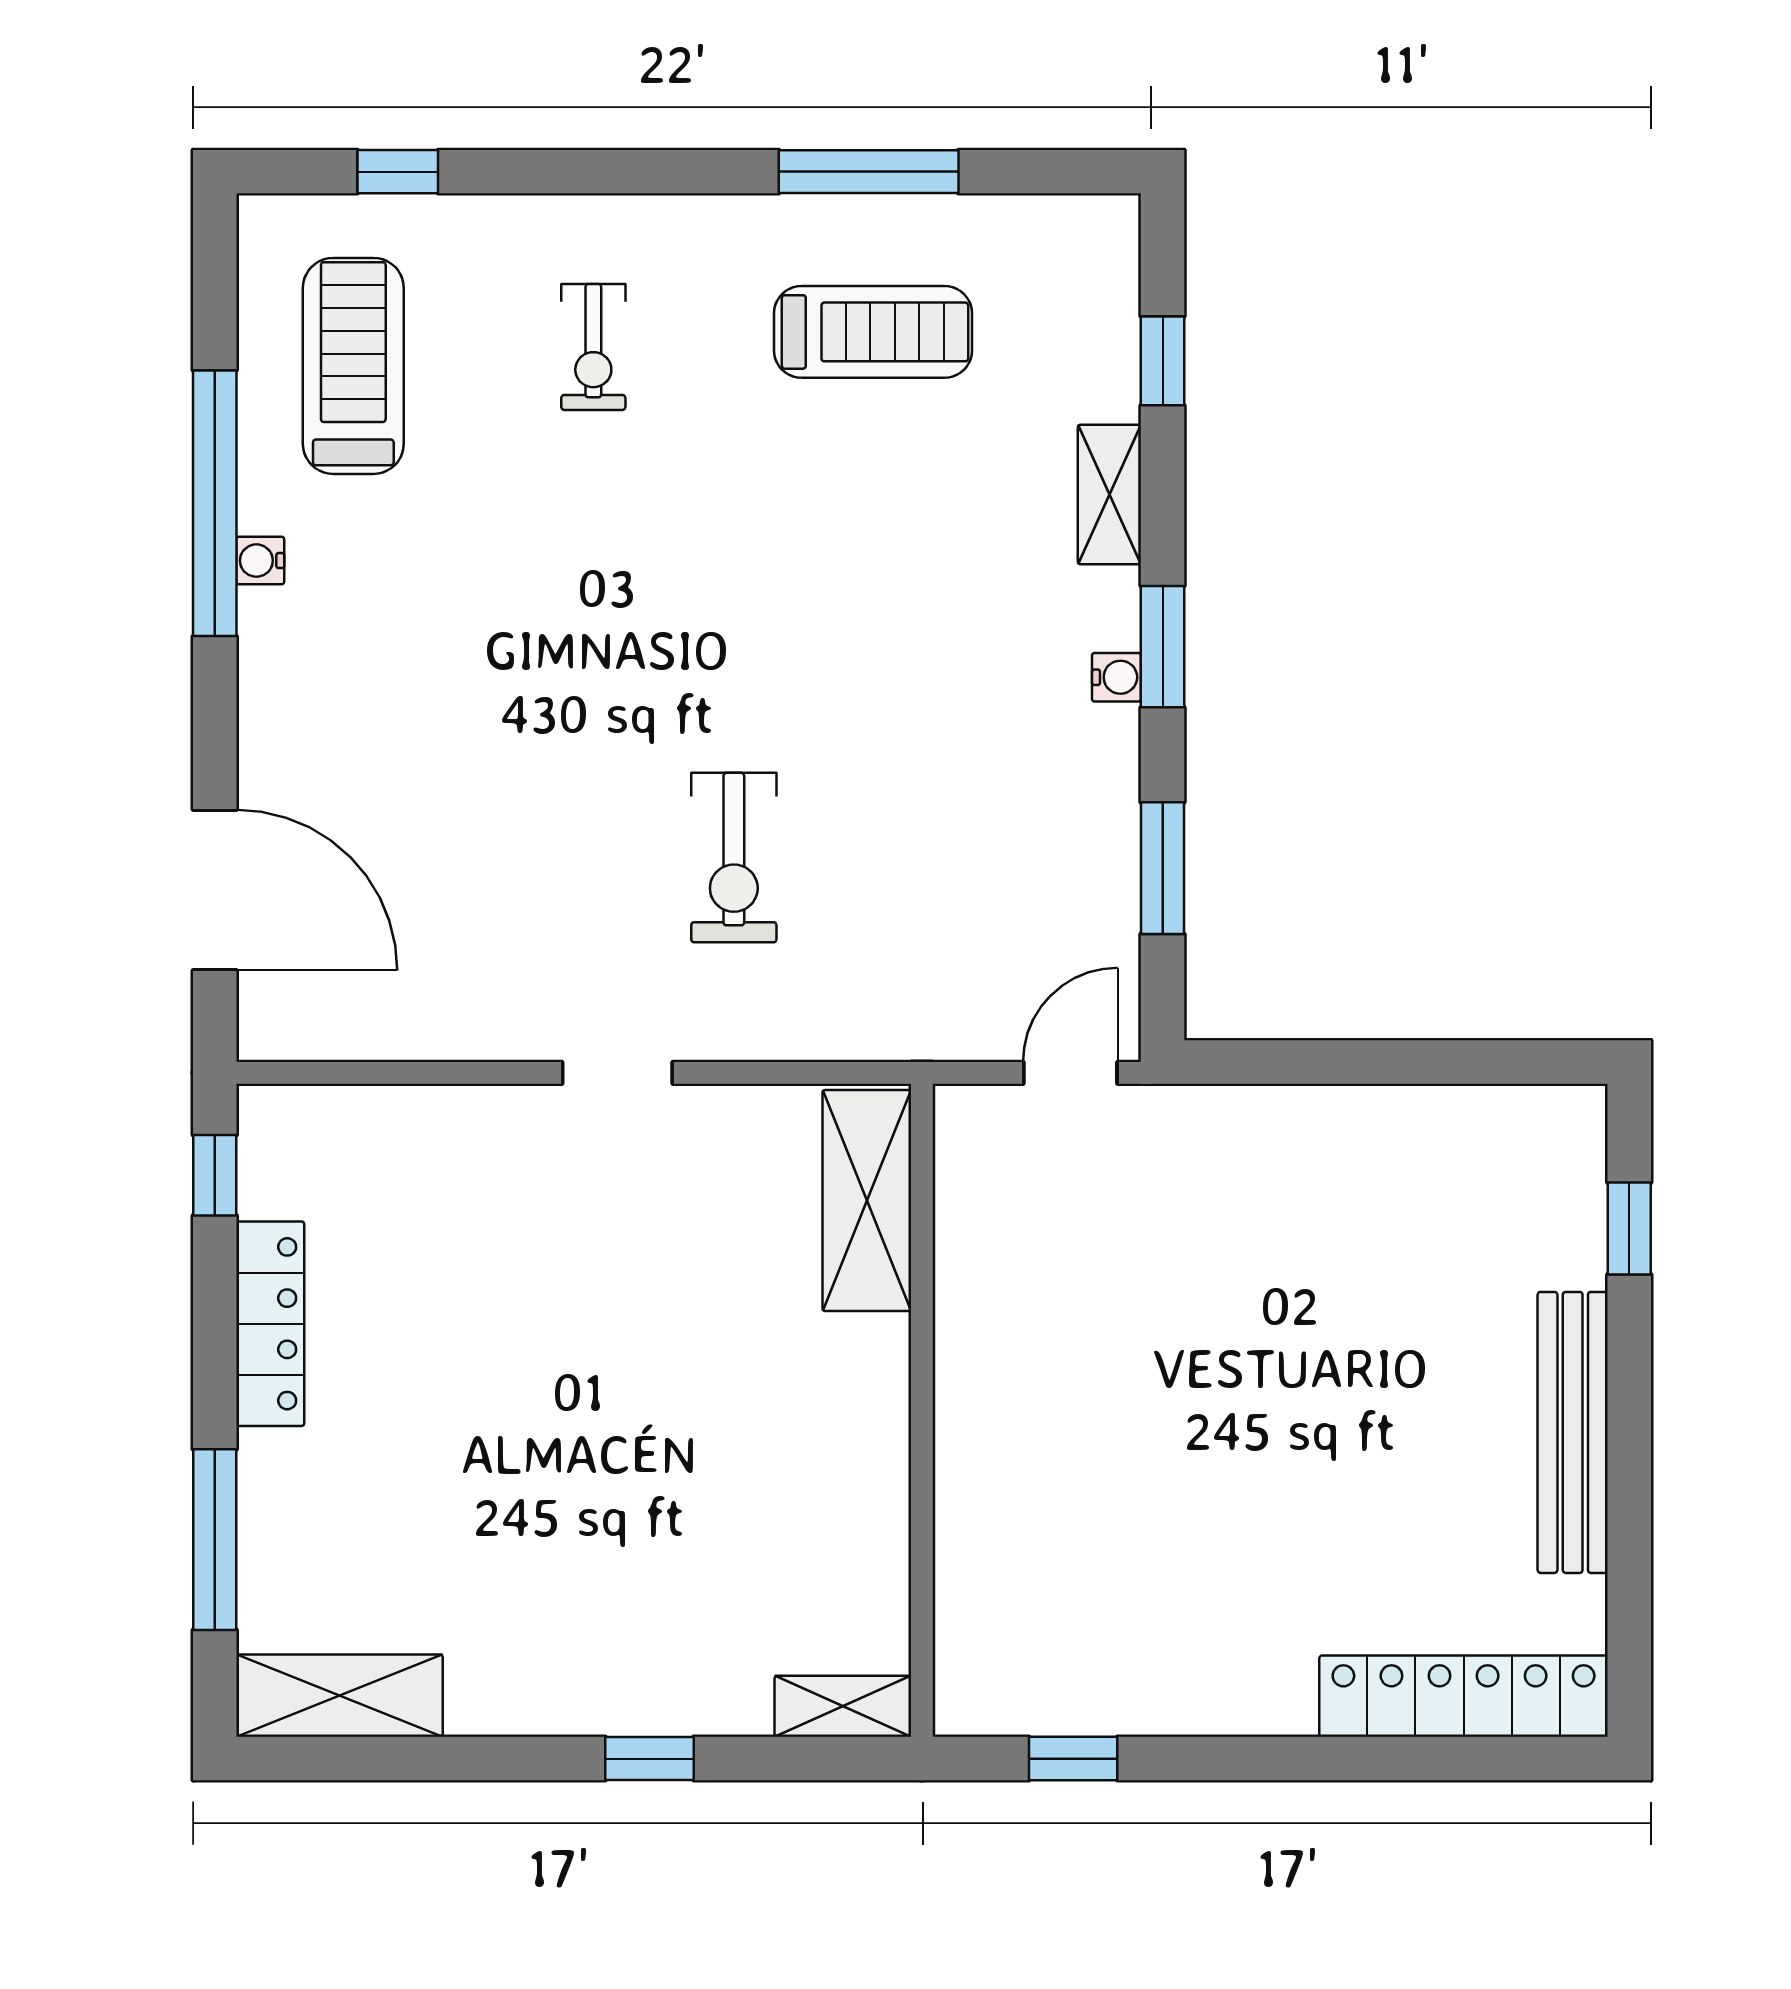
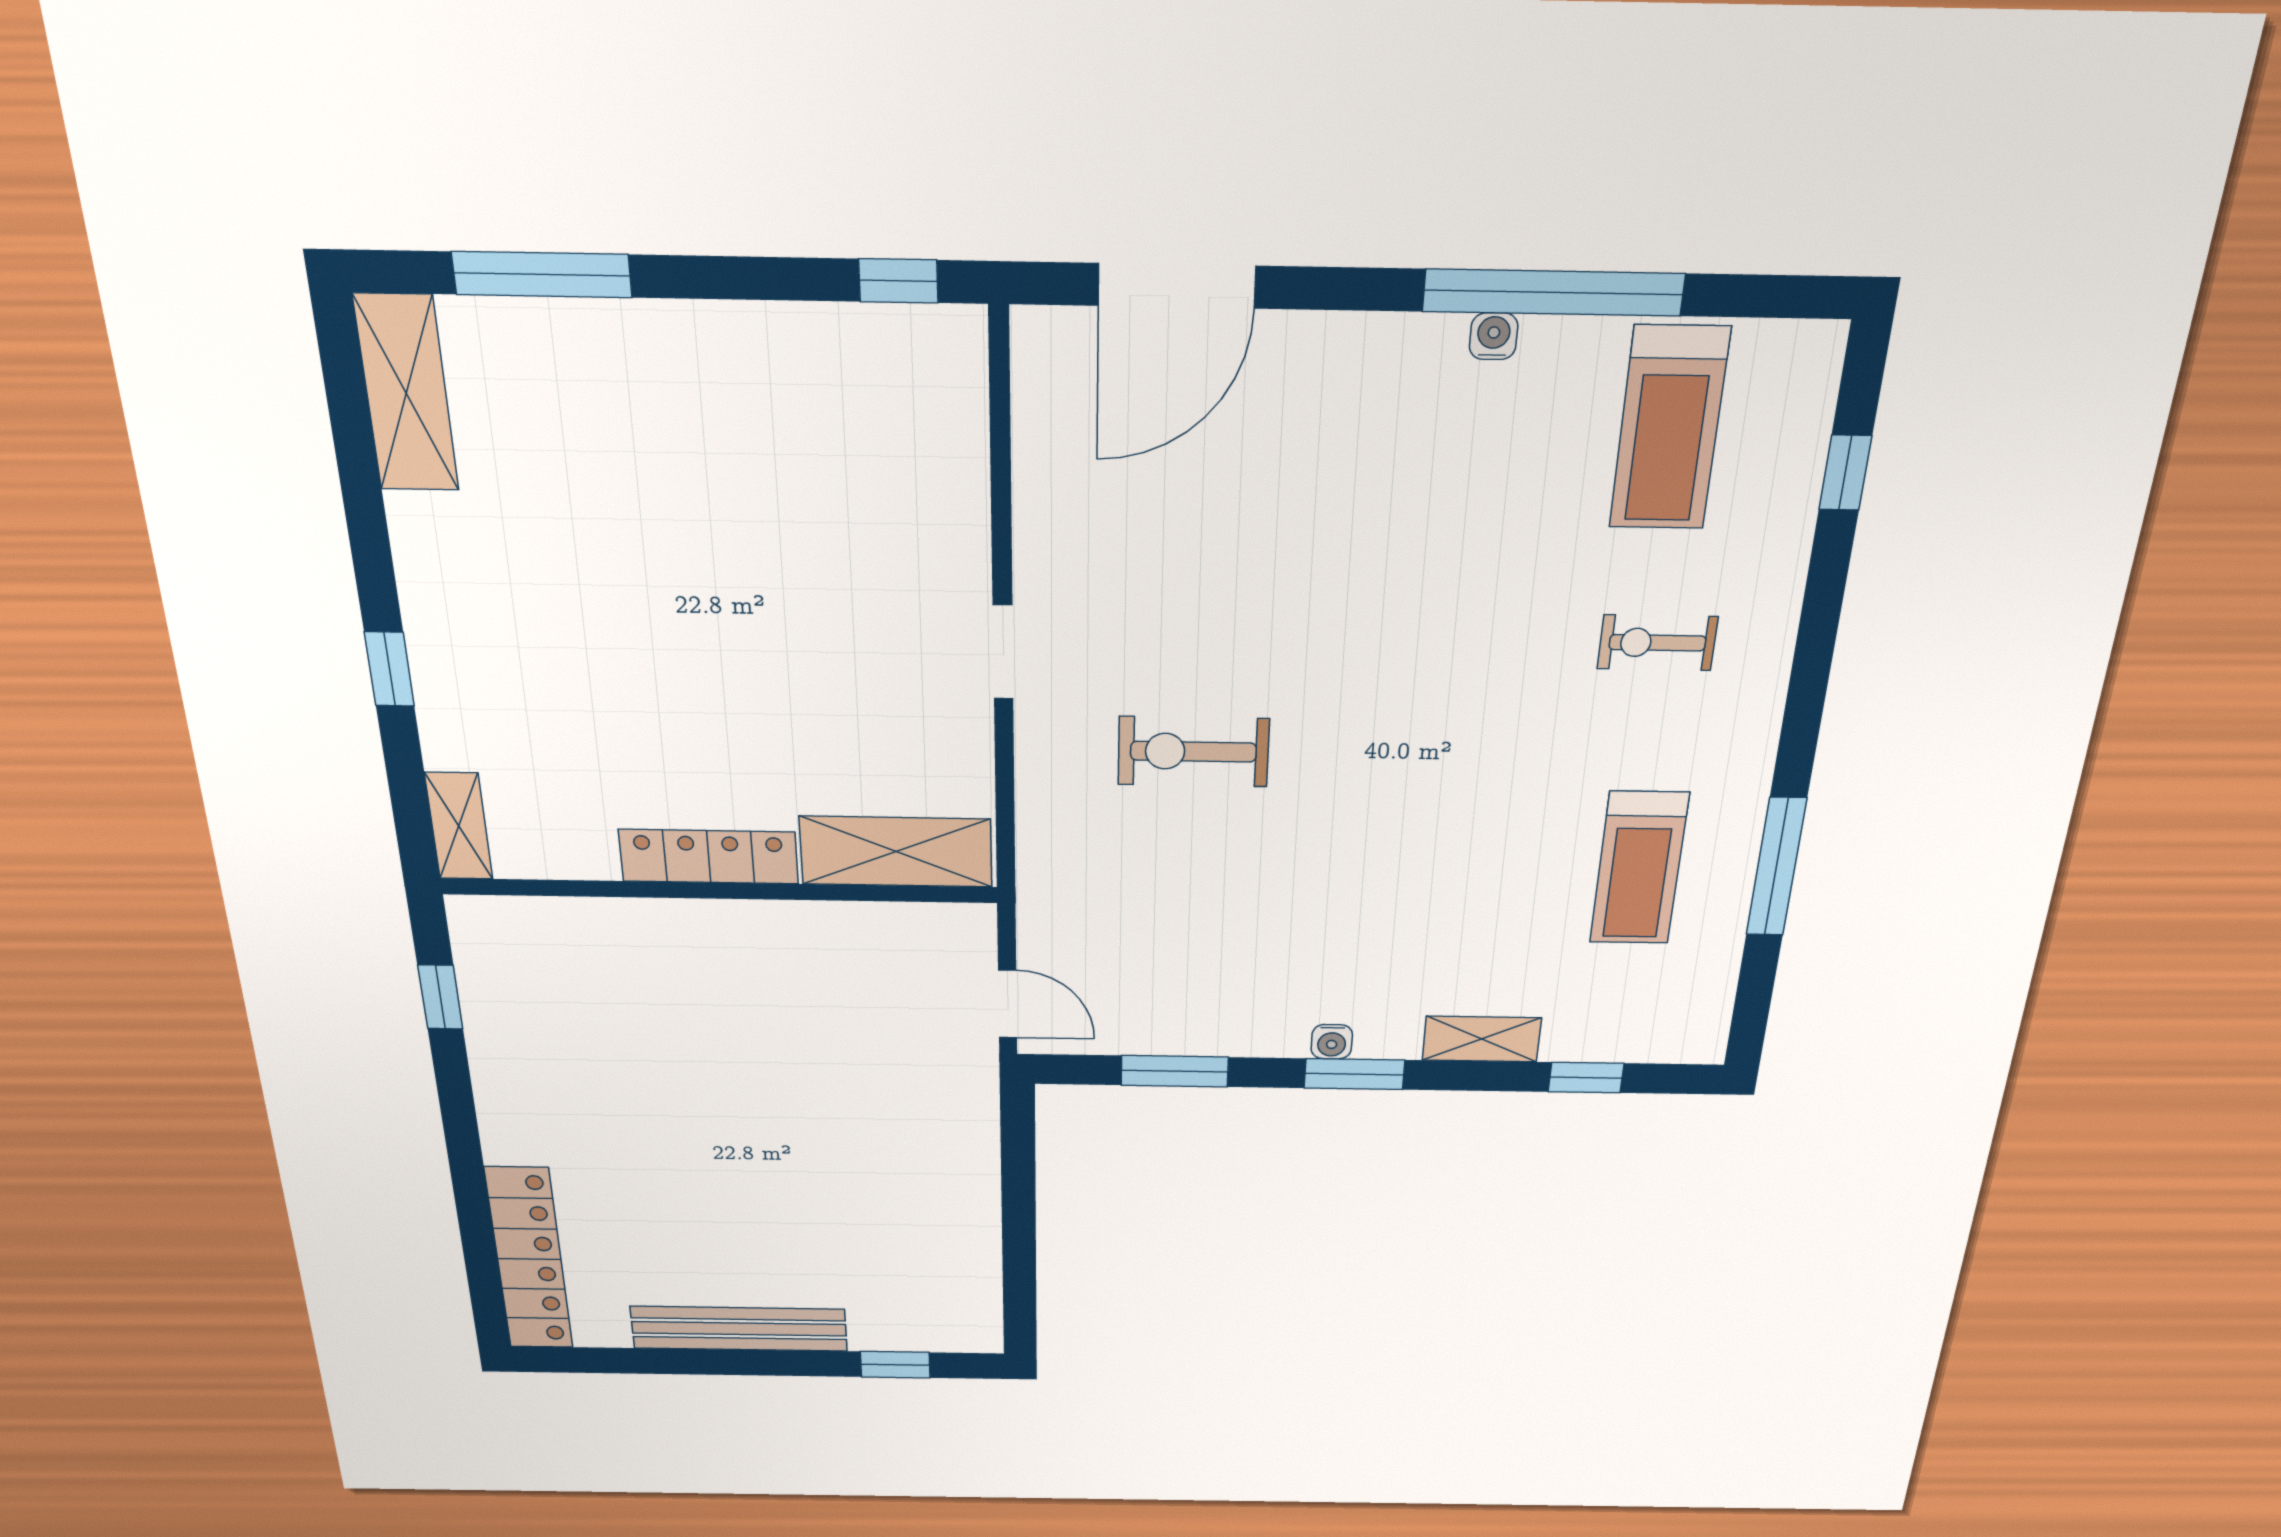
treadmill: (353, 366) -> (1669, 428), turned 90
locker: (270, 1324) -> (709, 857), moved, turned 180

